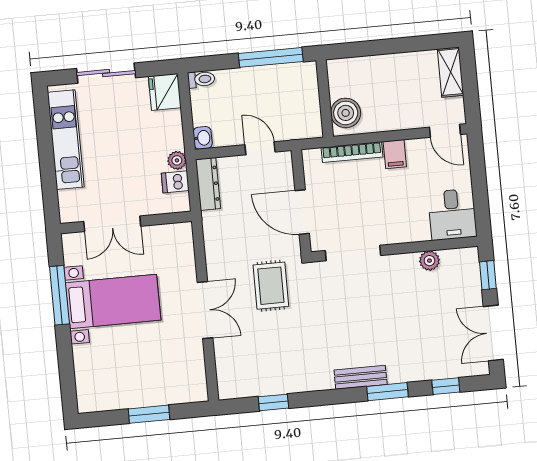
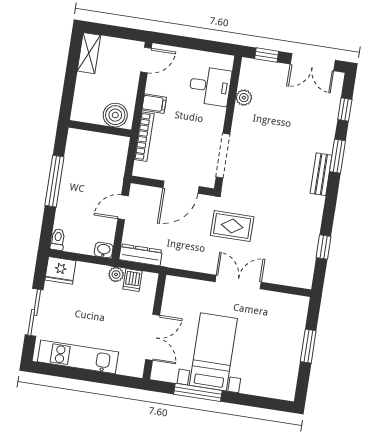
shelving: (451, 72) -> (89, 53), moved, turned 90
wall: (325, 98) -> (100, 129), moved
boiler: (346, 113) -> (115, 115), moved
desk: (452, 214) -> (210, 86), moved

